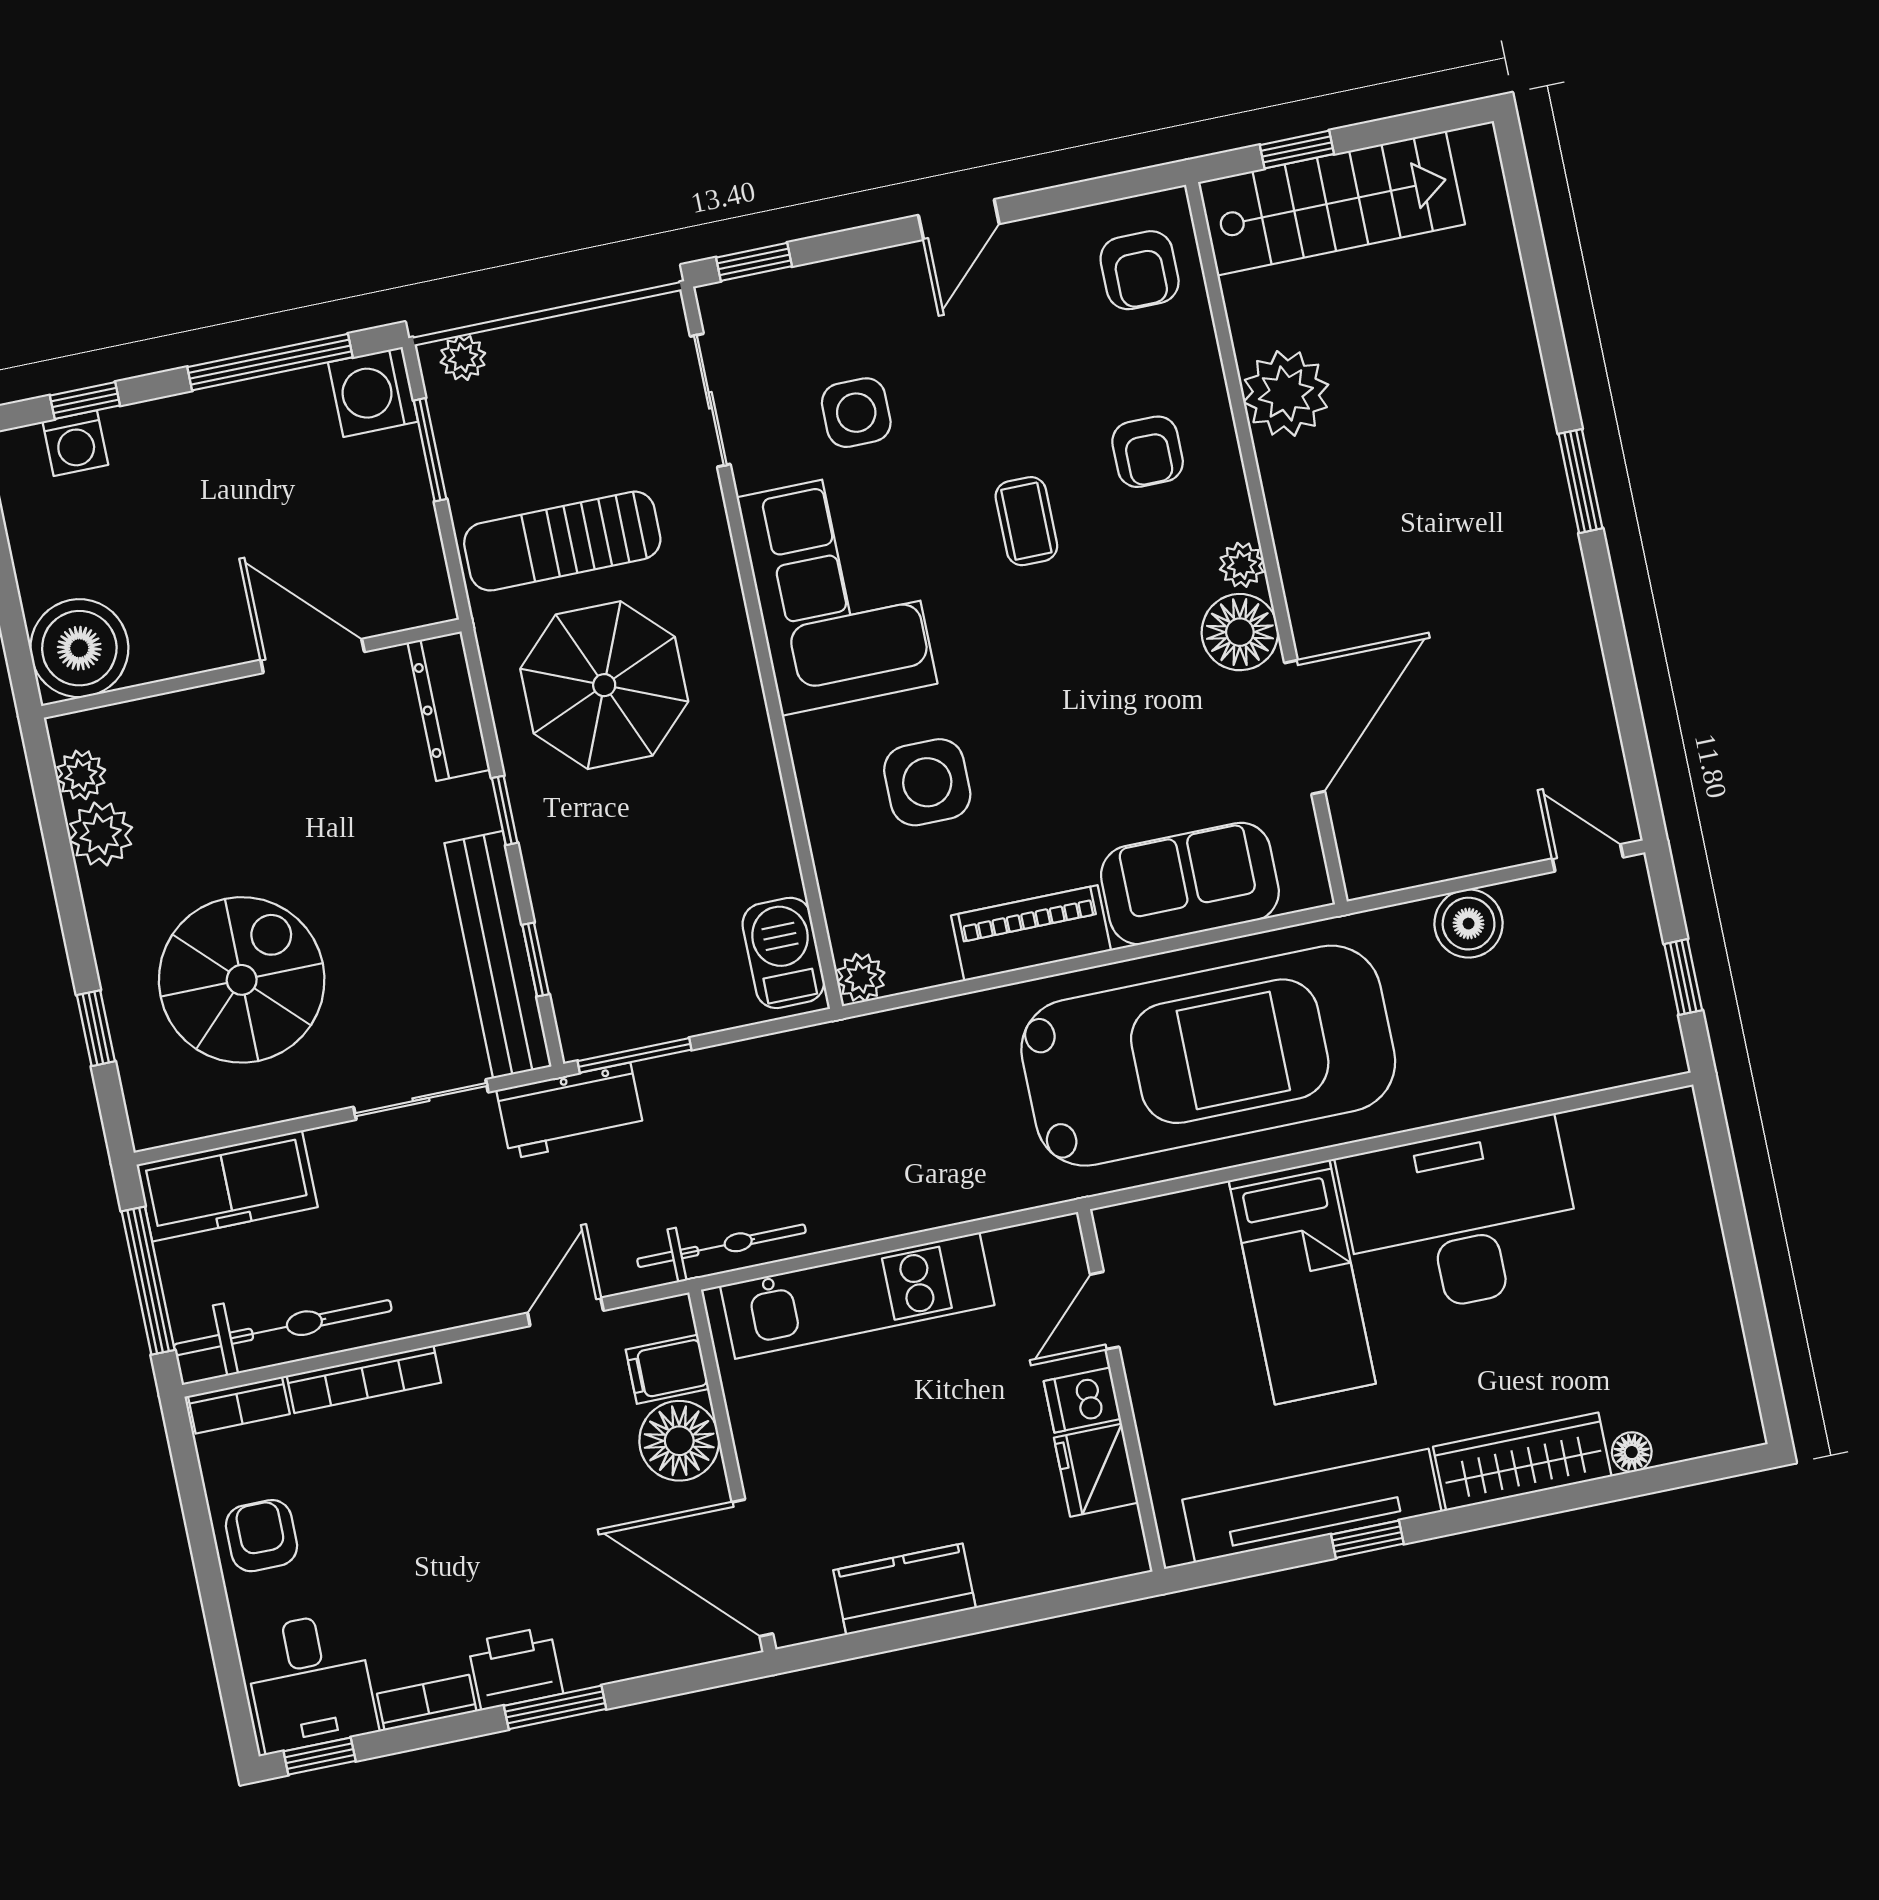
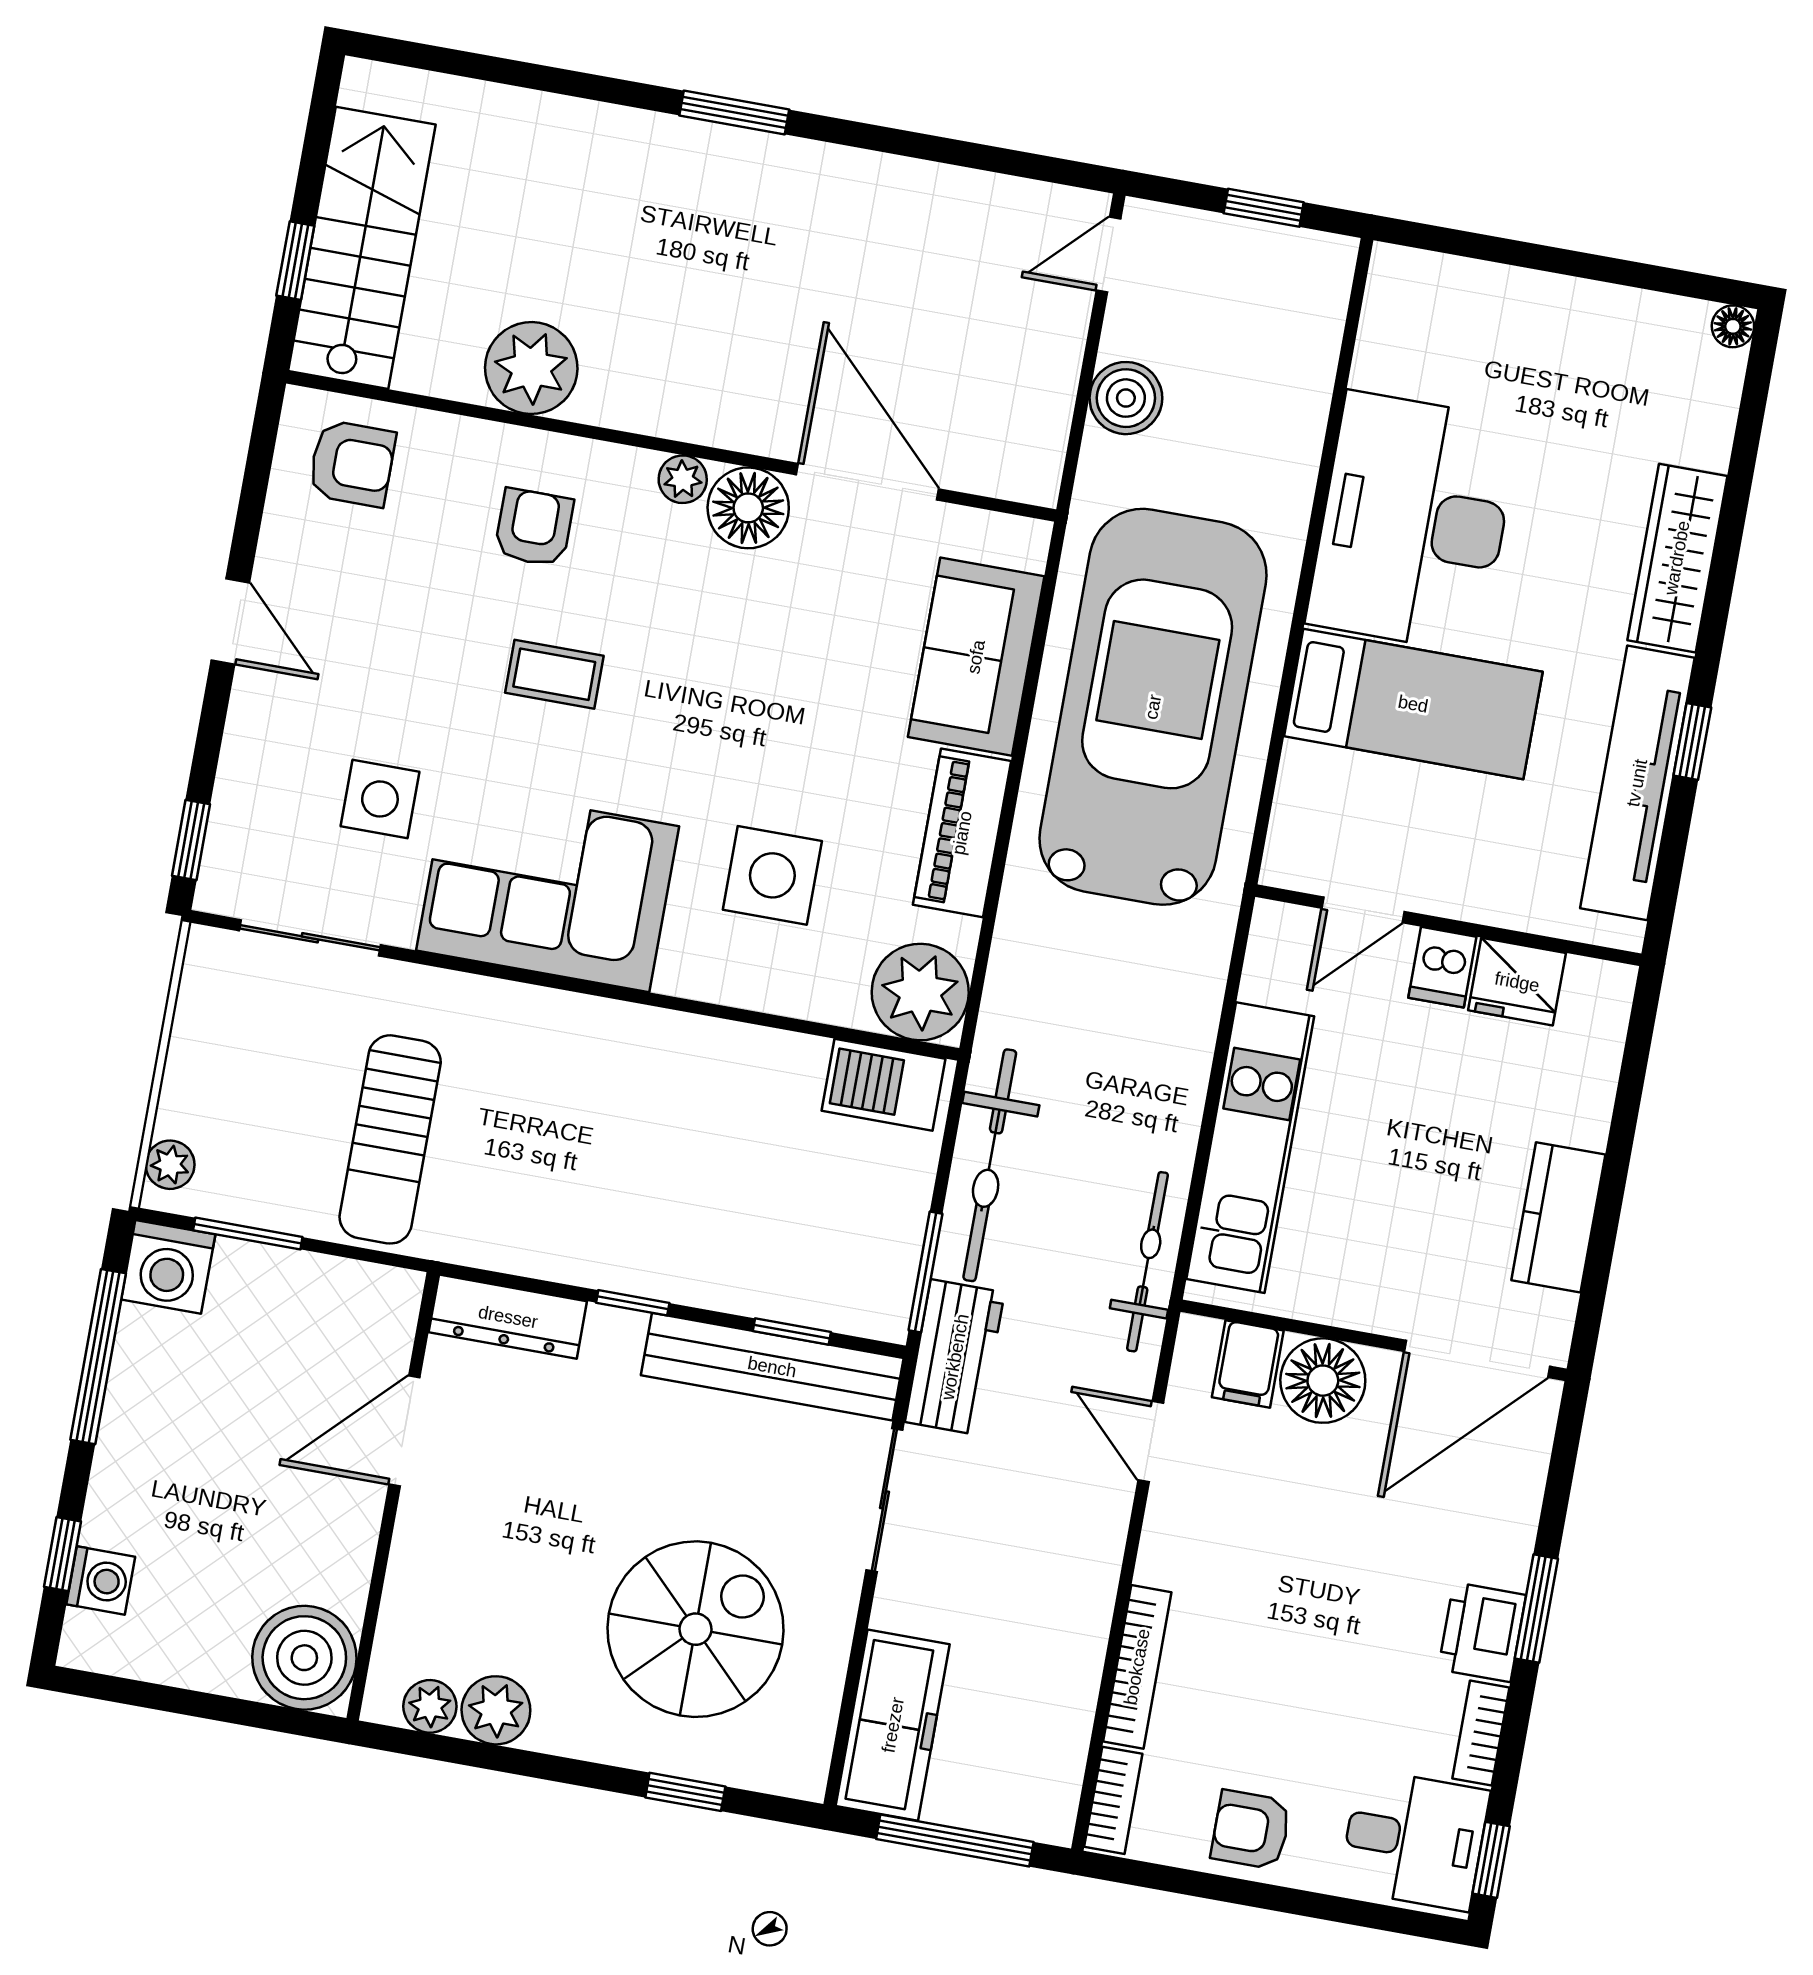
armchair: (1148, 452) -> (534, 527), turned -90
parasol: (604, 685) -> (549, 1155), removed
plant: (861, 978) -> (920, 992), width x1.88, depth x1.88
spiral stairs: (242, 980) -> (696, 1629), turned 90
door: (1105, 1311) -> (1363, 910), hinge flipped
bicycle: (283, 1328) -> (990, 1165), moved, turned 180
floor lamp: (1632, 1452) -> (1733, 326), moved

